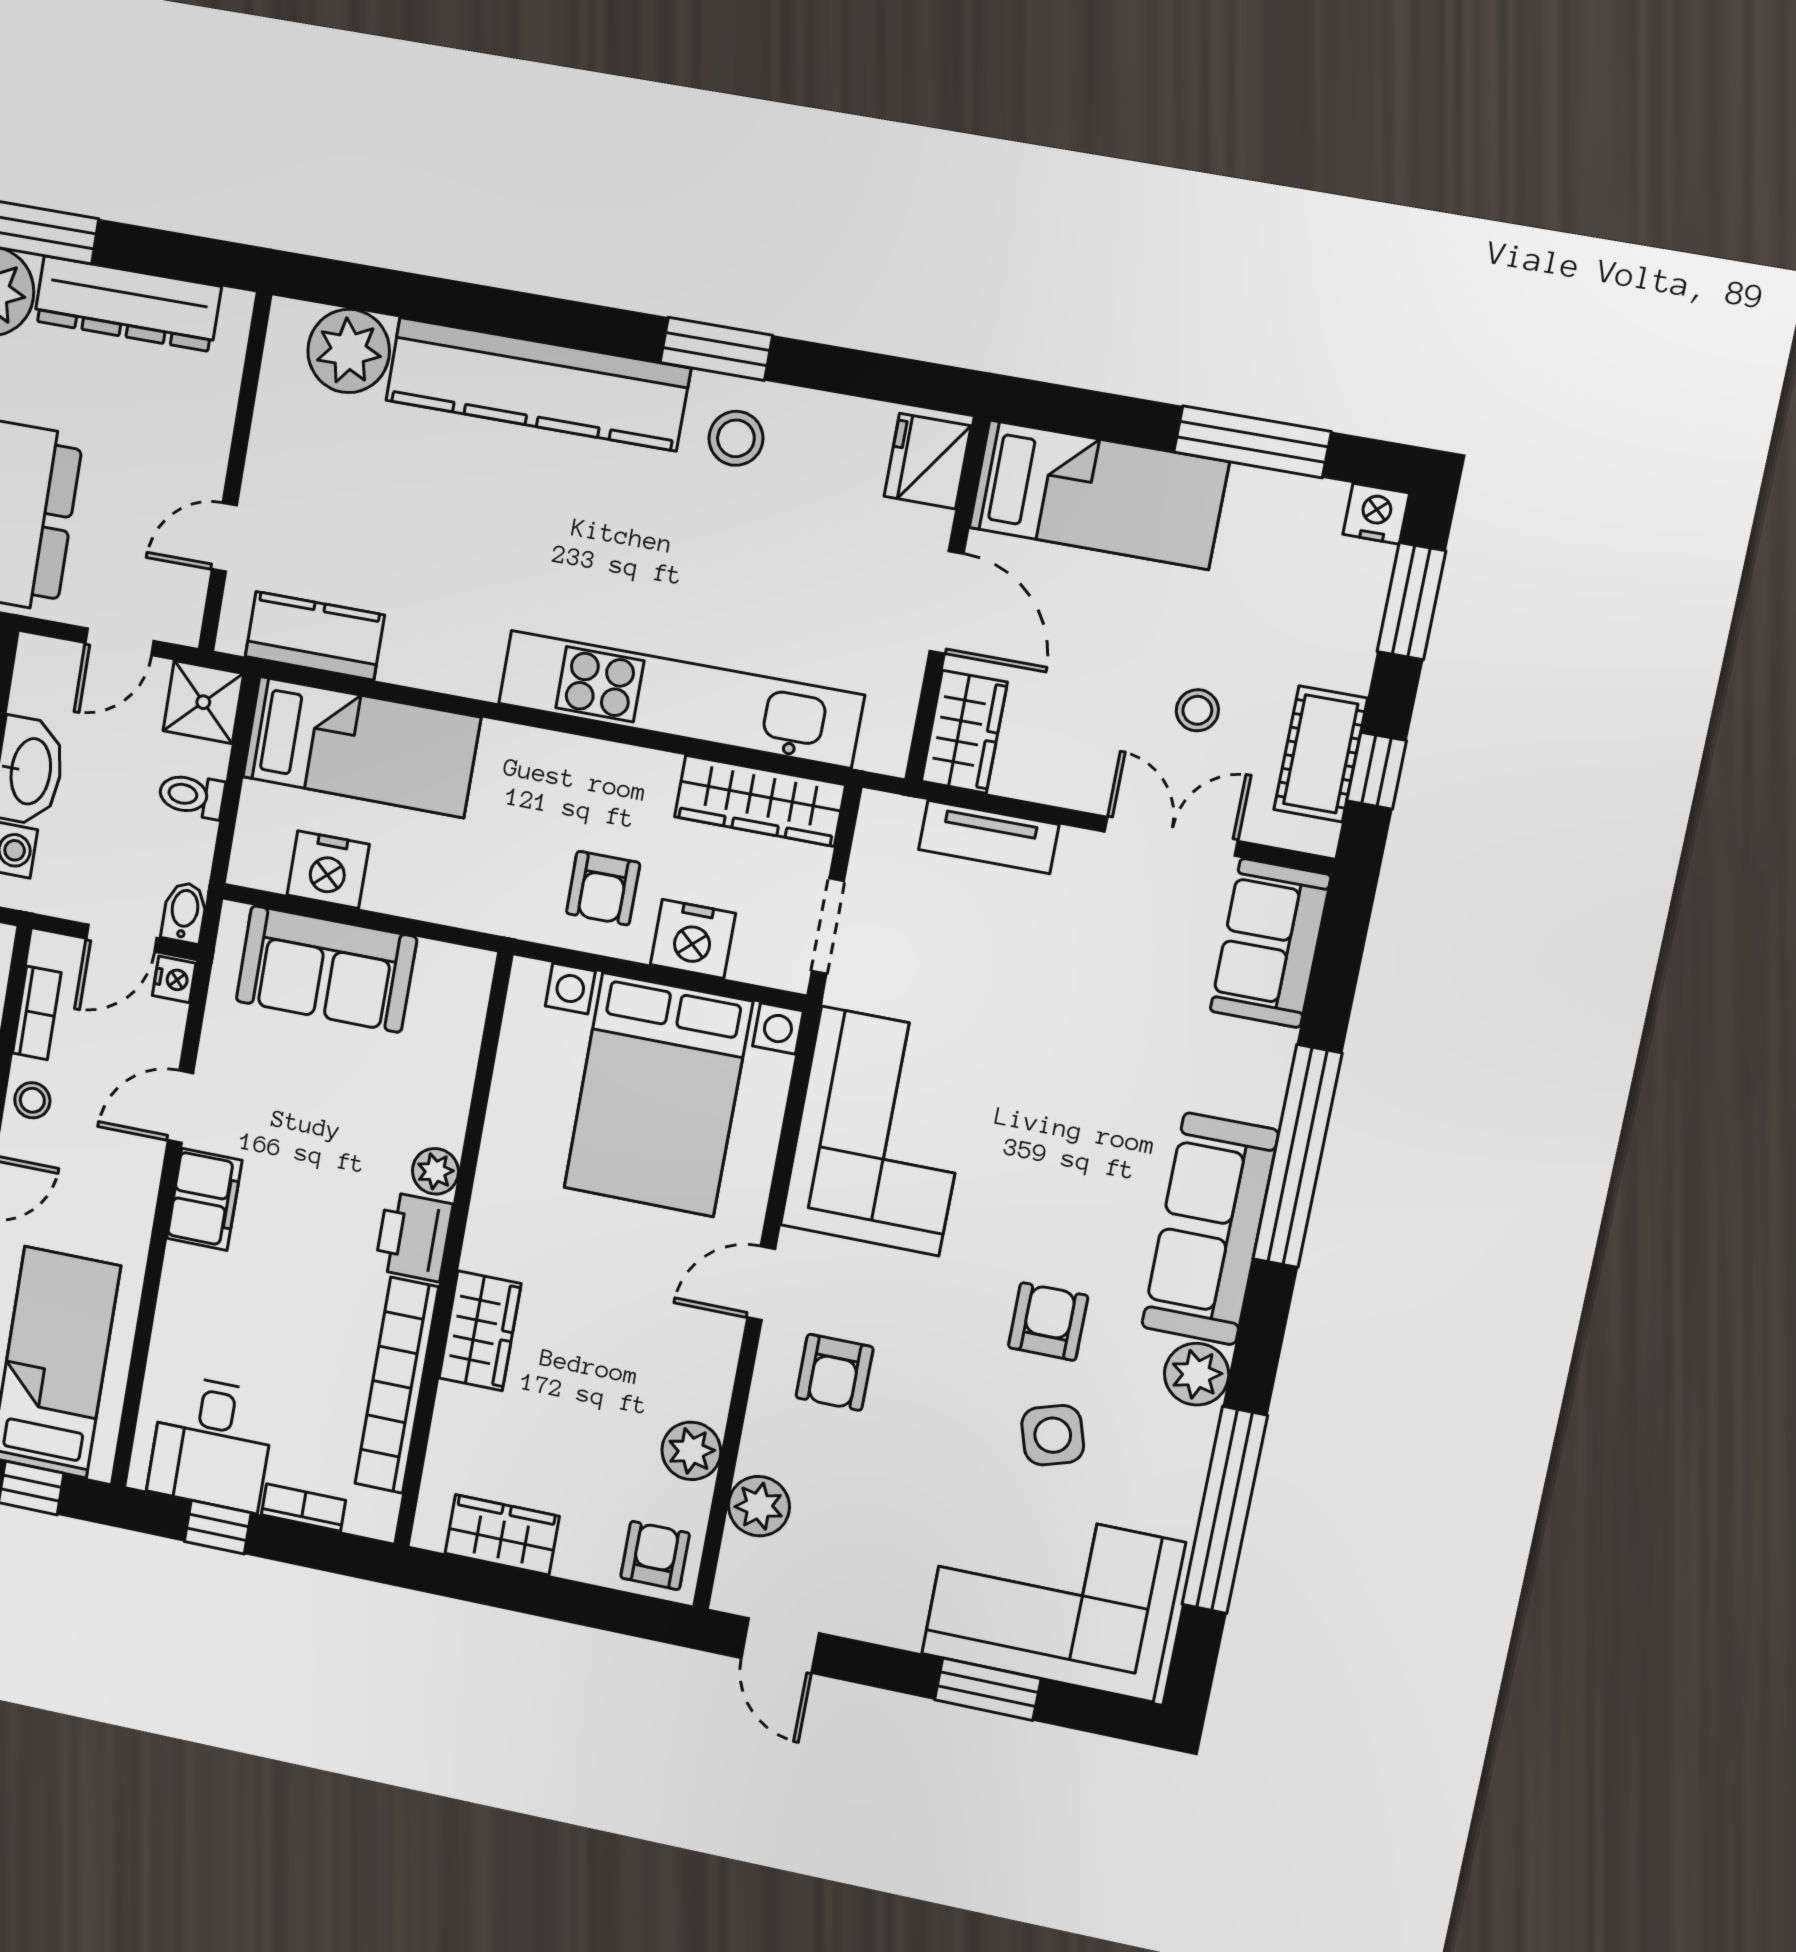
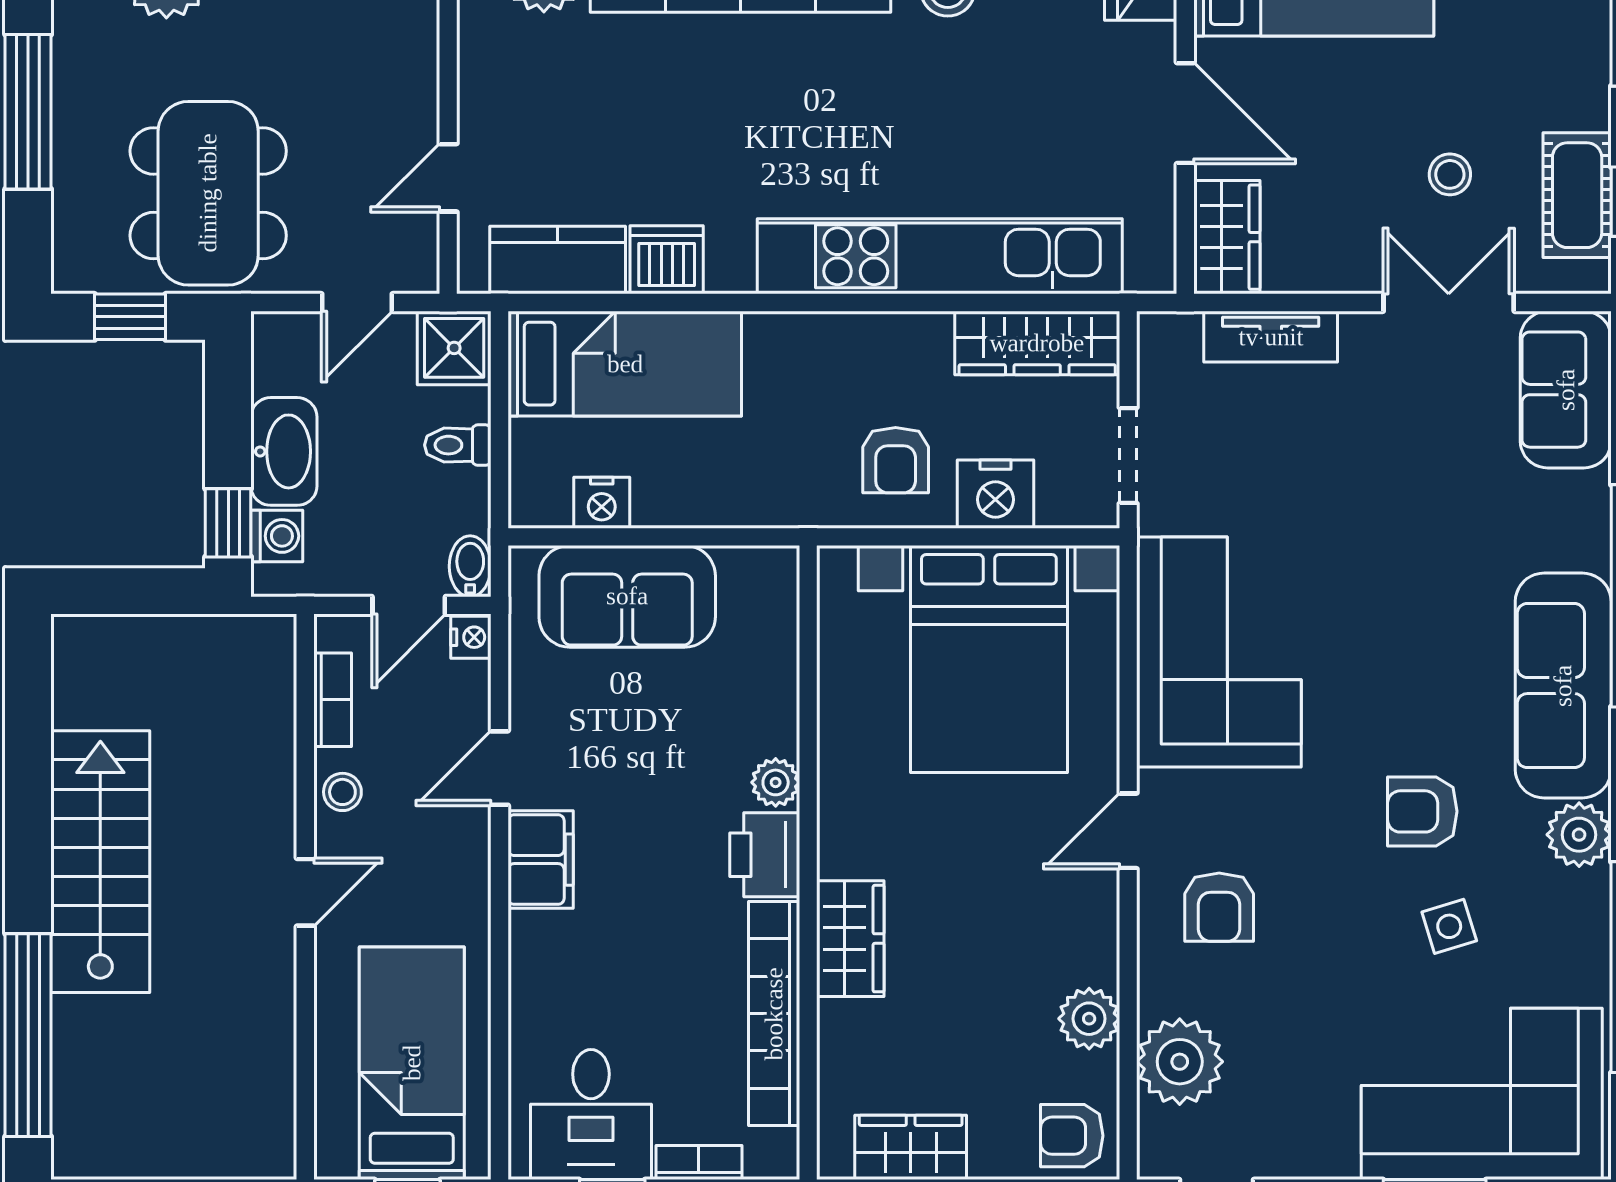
dishwasher: (418, 654) -> (667, 260), added
nightstand: (328, 870) -> (602, 503), width x0.74, depth x0.75
armchair: (1048, 1322) -> (1422, 811), turned -90
side table: (1053, 1435) -> (1449, 926), width x0.73, depth x0.73
plant: (759, 1506) -> (1180, 1062), width x1.36, depth x1.36
armchair: (655, 1555) -> (1072, 1136), turned -90

